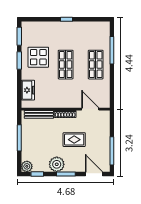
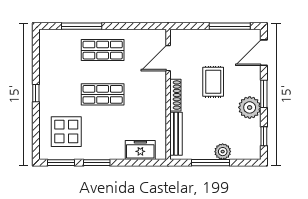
display table: (38, 57) -> (66, 132), moved
plant: (27, 166) -> (223, 152), moved

